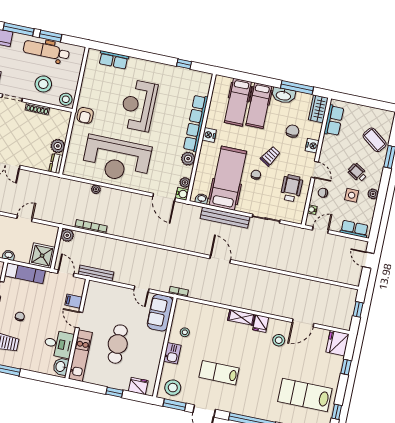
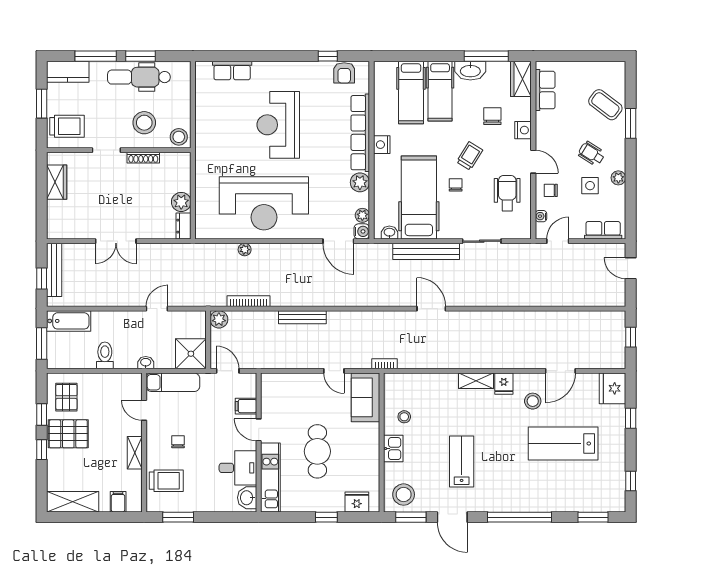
armchair: (85, 115) -> (344, 73), moved
bench: (96, 273) -> (302, 317), moved
lab bench: (219, 373) -> (462, 461), turned 90
lab bench: (305, 395) -> (563, 444), moved

